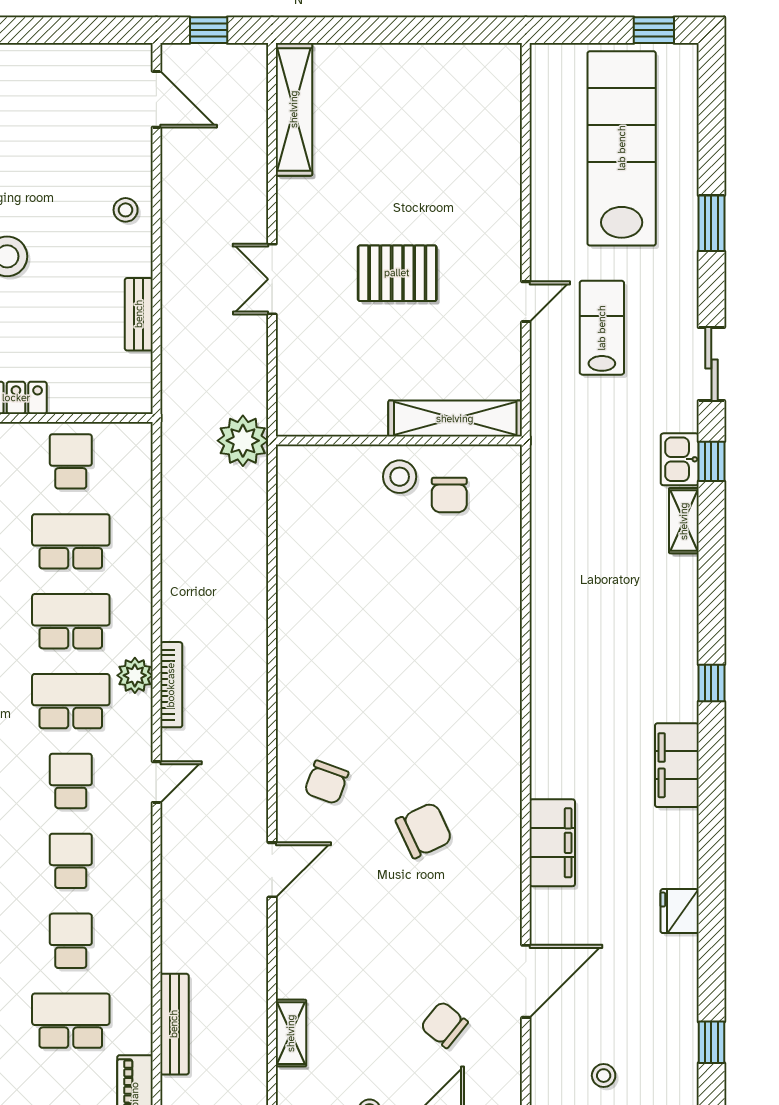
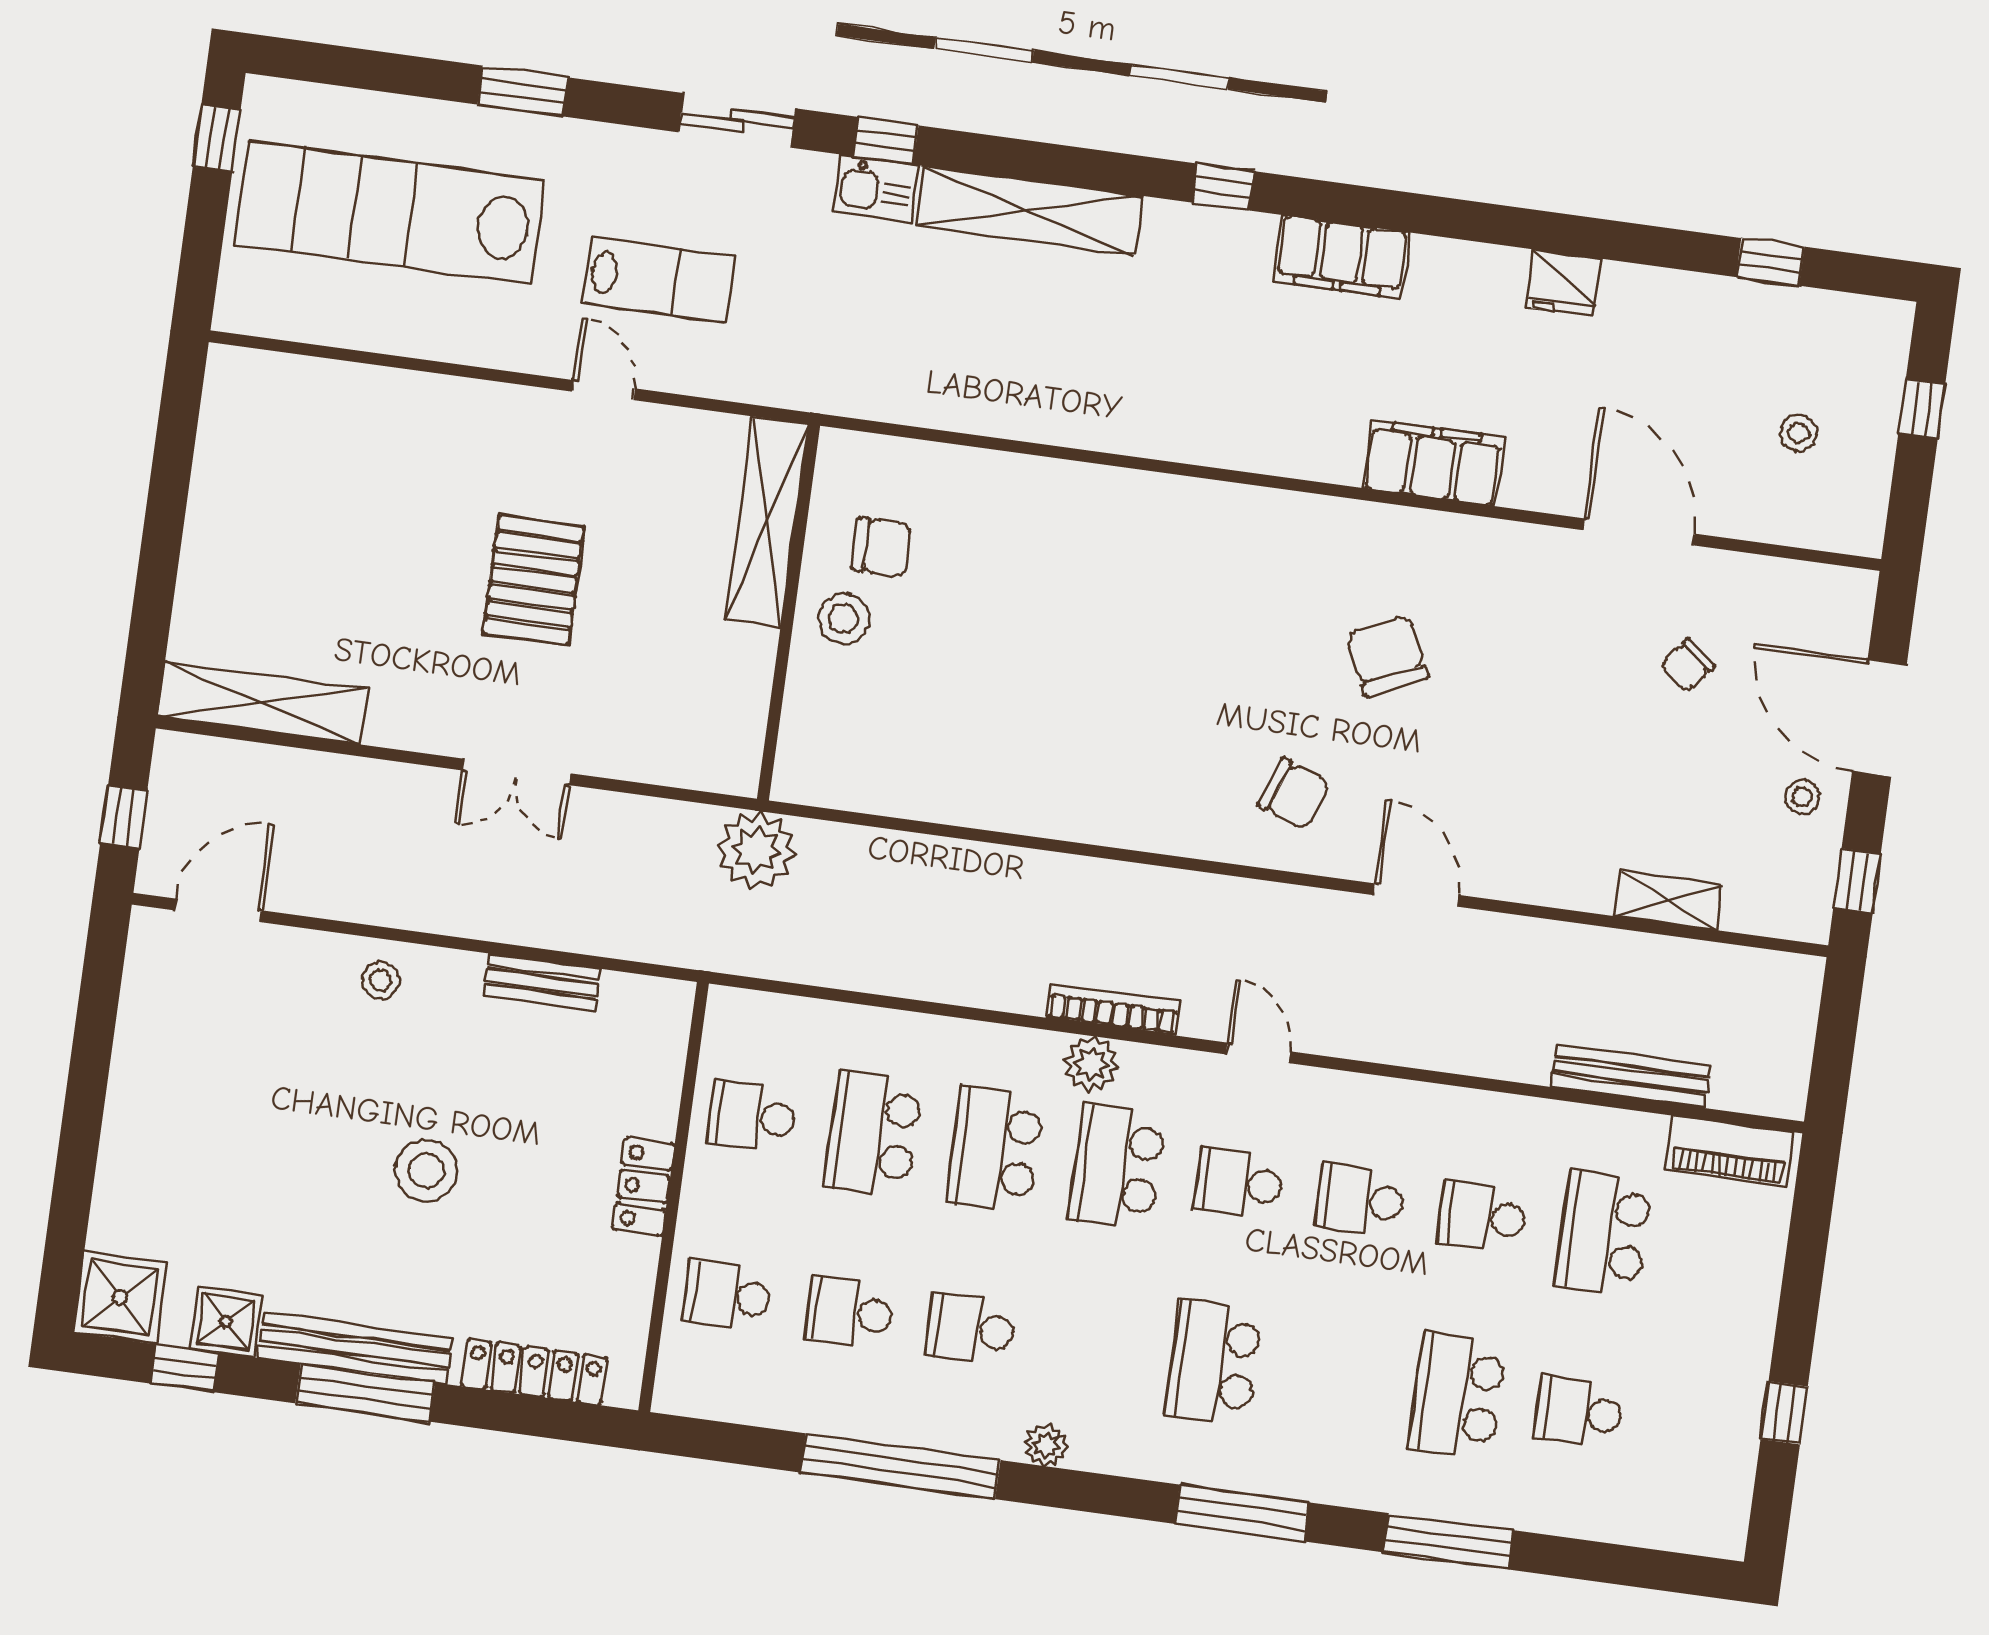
lab bench: (602, 328) -> (659, 280), turned 180
shelving: (684, 521) -> (1029, 211), width x2.20, depth x1.33
chair: (444, 1025) -> (1687, 665), width x0.73, depth x0.73

